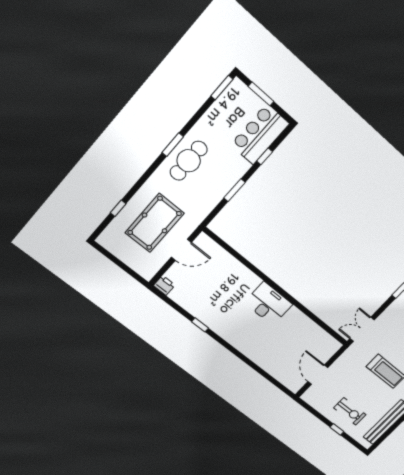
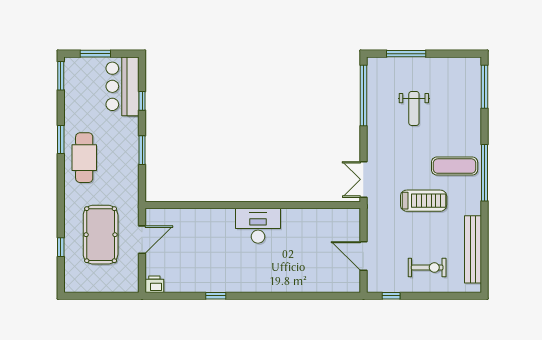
window: (173, 145) -> (61, 139), moved
window: (337, 429) -> (391, 296), moved

